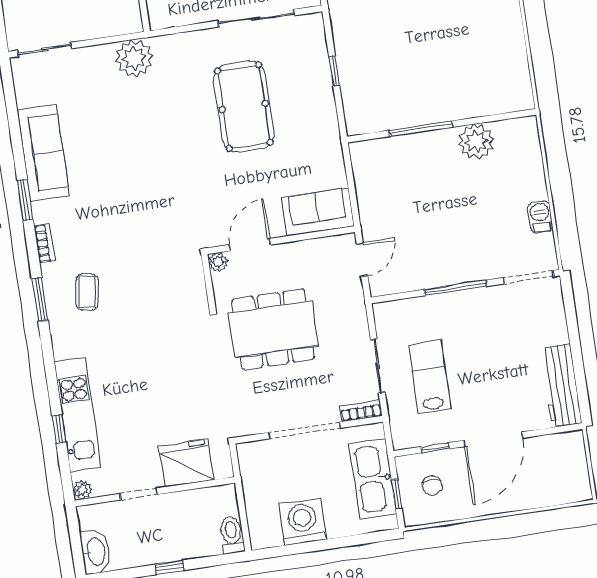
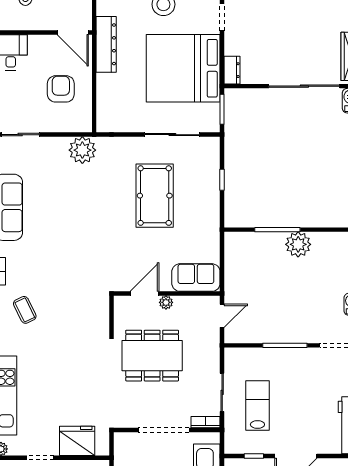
plant: (476, 142) -> (298, 244), moved
plant: (218, 262) -> (166, 302), moved
coffee table: (87, 292) -> (25, 310), turned -35

